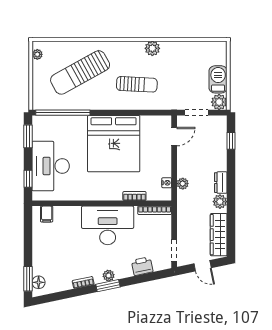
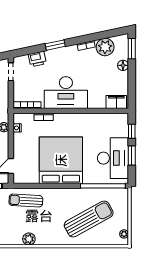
sun lounger: (137, 84) -> (26, 201), moved
window: (28, 136) -> (132, 156), moved
desk: (51, 166) -> (113, 158), moved
filing cabinet: (47, 214) -> (116, 102), width x2.00
plant: (109, 276) -> (105, 47), moved, width x1.87, depth x1.87
floor lamp: (39, 282) -> (123, 65), moved
window: (108, 286) -> (55, 45), moved

